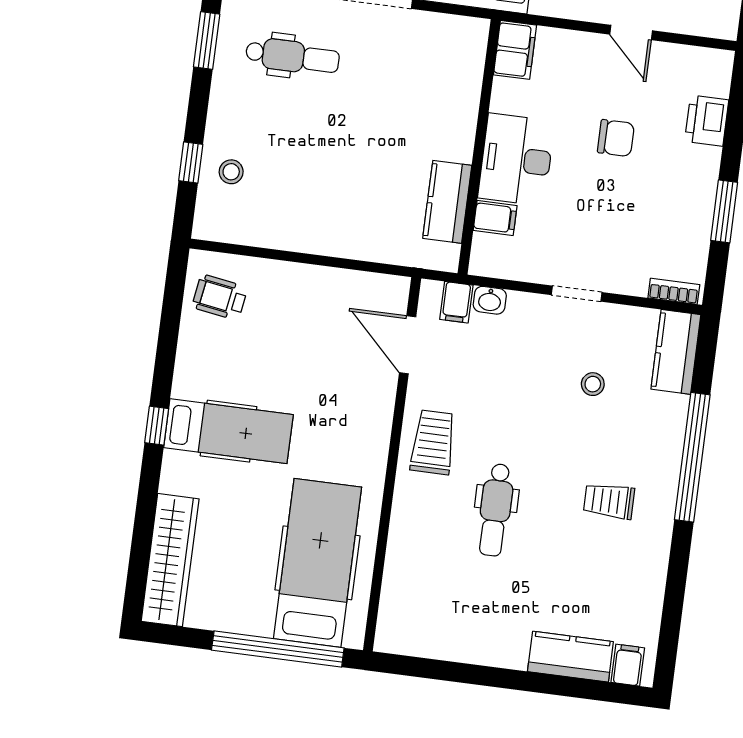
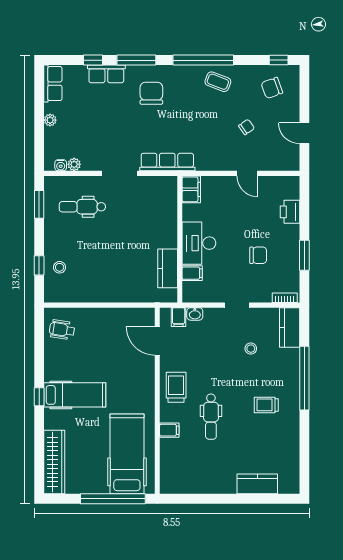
dental chair: (293, 56) -> (82, 207), turned 180
chair: (616, 138) -> (258, 255), moved
filing cabinet: (628, 665) -> (169, 430), moved, turned 90

